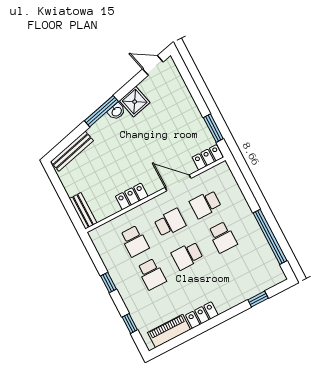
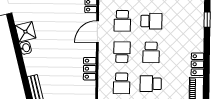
window: (101, 111) -> (20, 58), removed
school desk: (134, 241) -> (122, 83), turned 90
school desk: (152, 274) -> (151, 84), turned 180

